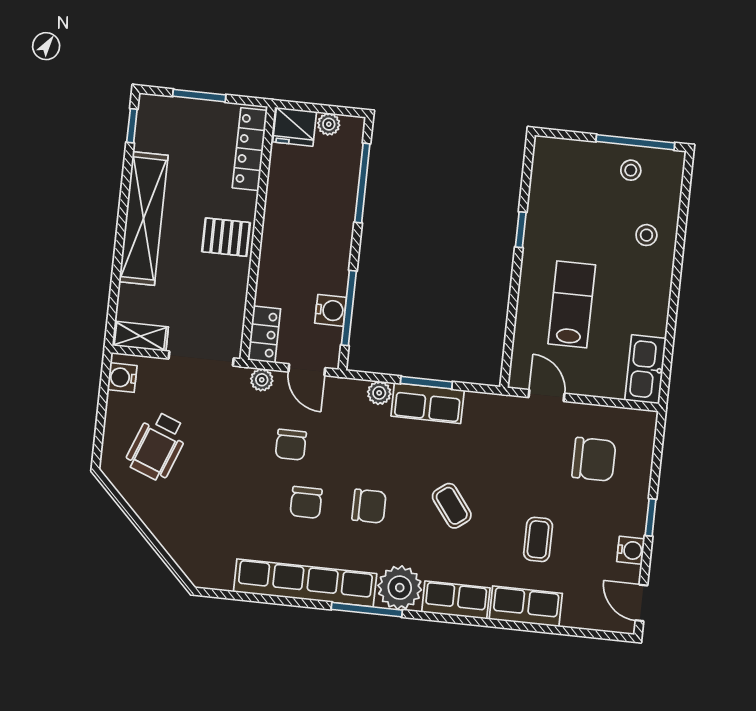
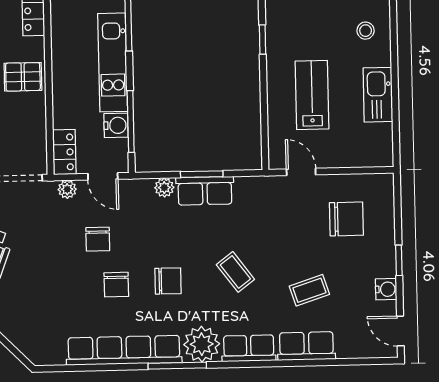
kitchen unit: (336, 234) -> (113, 62), added
kitchen sink: (645, 369) -> (378, 95), moved
coffee table: (538, 539) -> (309, 290), turned 72

